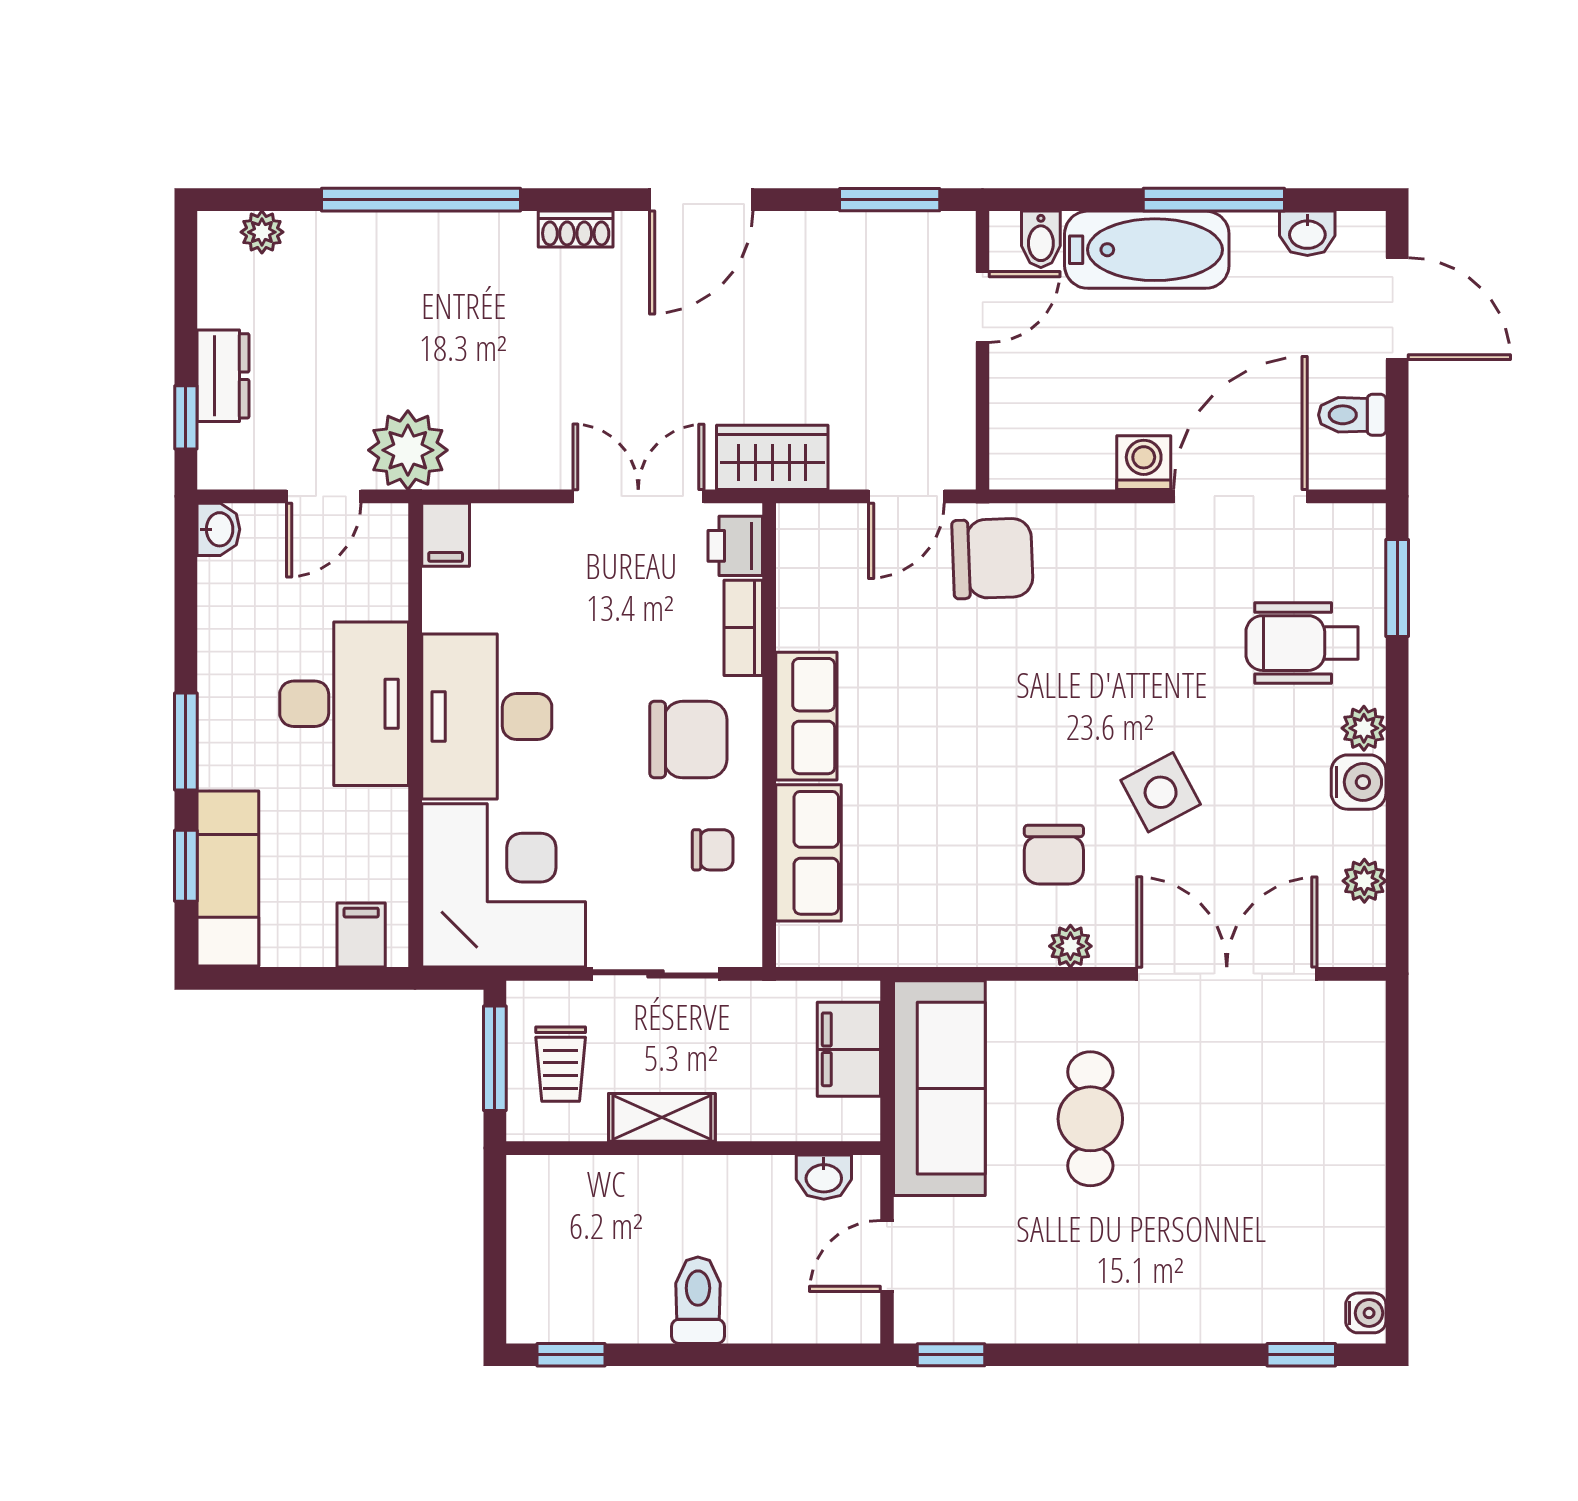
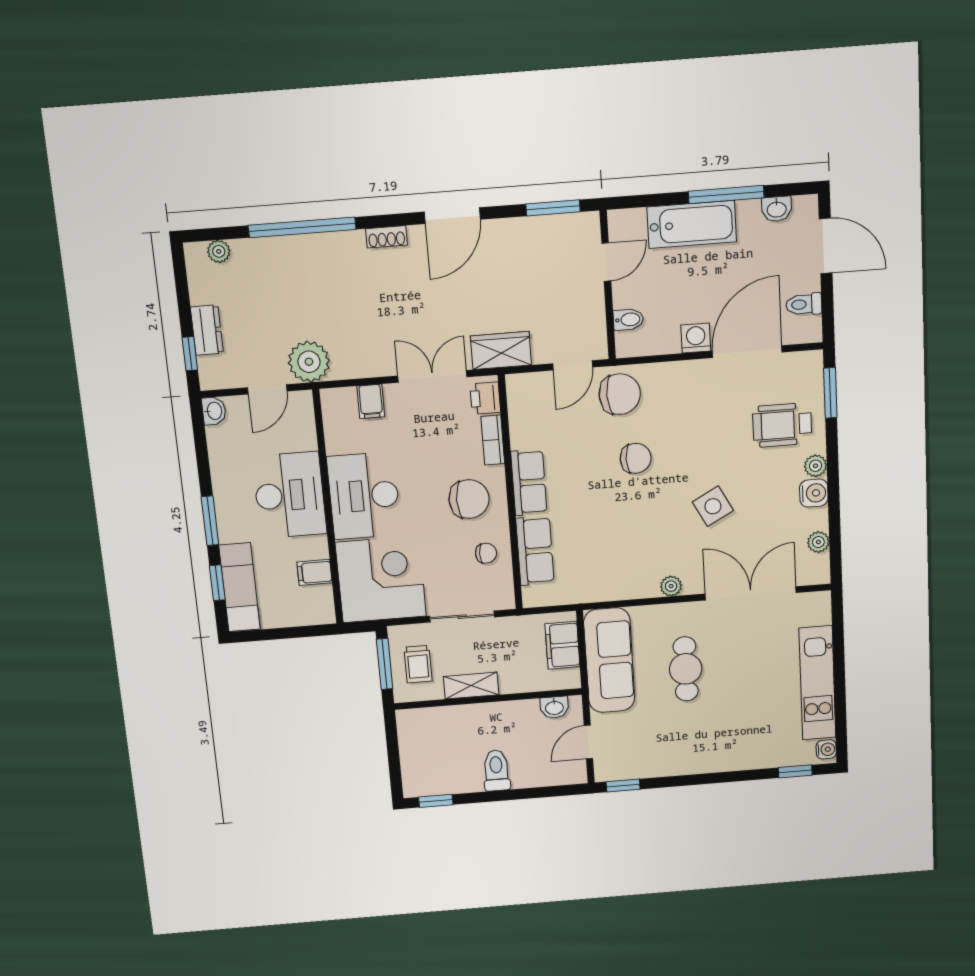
bidet: (1041, 239) -> (628, 320), moved, turned -90
filing cabinet: (446, 535) -> (371, 401), moved
chair: (1054, 855) -> (636, 458), moved, turned -90
filing cabinet: (361, 935) -> (315, 572), moved, turned -90
kitchen unit: (1353, 1171) -> (817, 683), added

